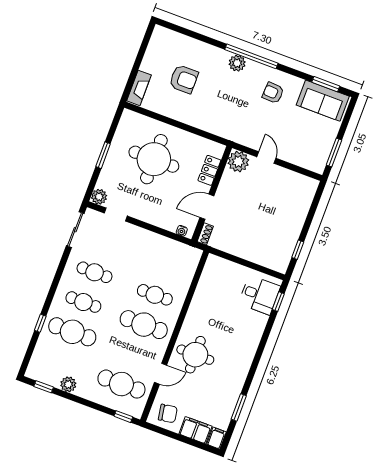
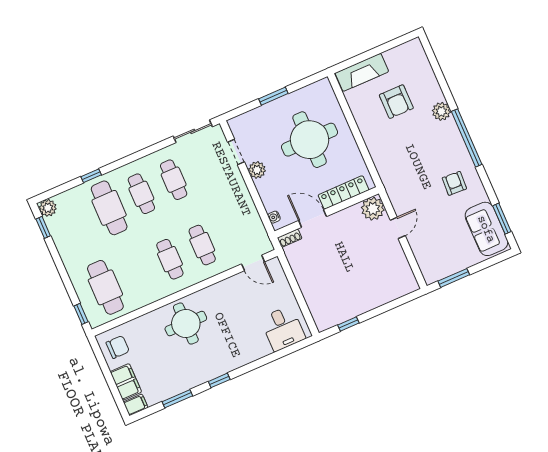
plant: (237, 63) -> (441, 111), moved
fireplace: (139, 88) -> (362, 72), width x1.37, depth x1.32
locker: (209, 170) -> (344, 192), width x1.53
plant: (99, 197) -> (257, 170), moved
window: (278, 302) -> (219, 380), moved
cafe table: (144, 325) -> (170, 259), width x0.73, depth x0.74
door: (161, 374) -> (253, 263), moved
plant: (68, 384) -> (48, 208), moved
chair: (168, 413) -> (118, 347), turned -81

